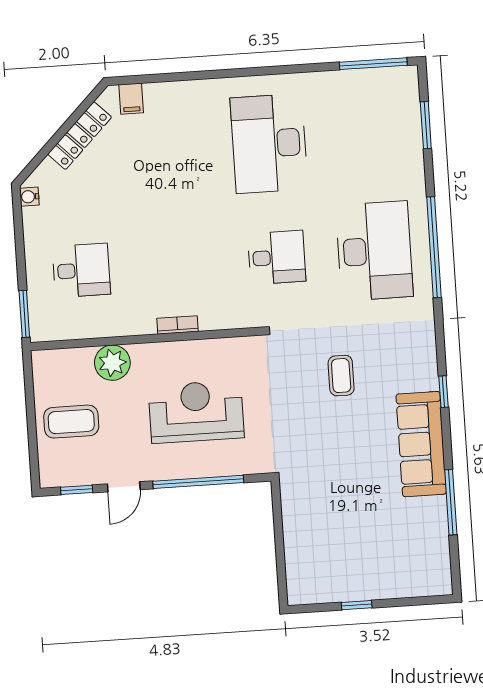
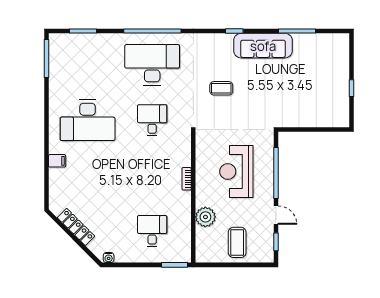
filing cabinet: (131, 99) -> (57, 161), moved

